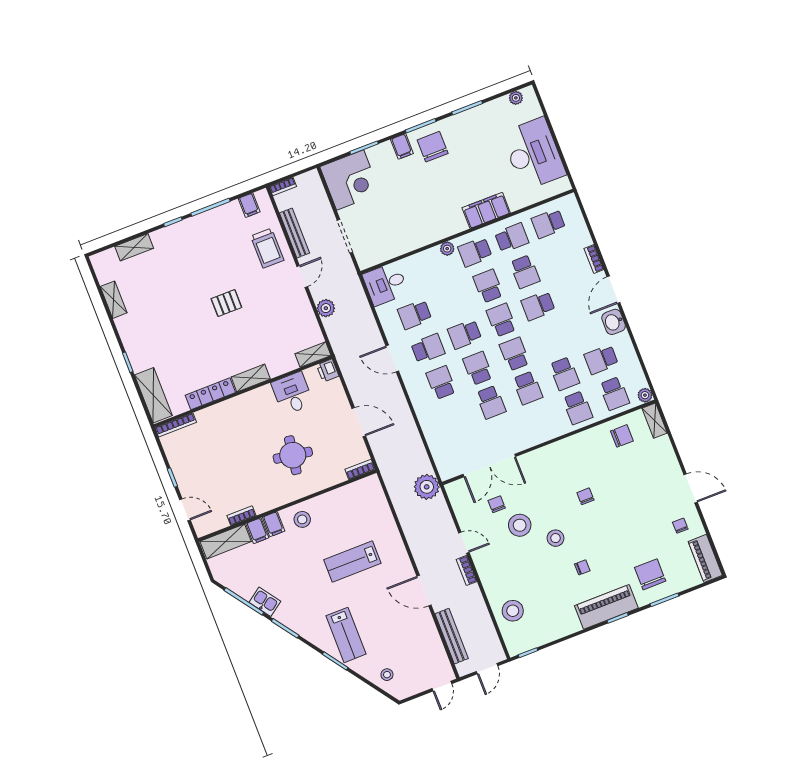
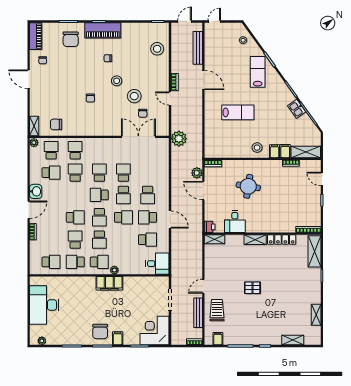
filing cabinet: (486, 210) -> (109, 283), moved
plant: (326, 308) -> (197, 173), moved
school desk: (515, 354) -> (99, 195), turned 90

